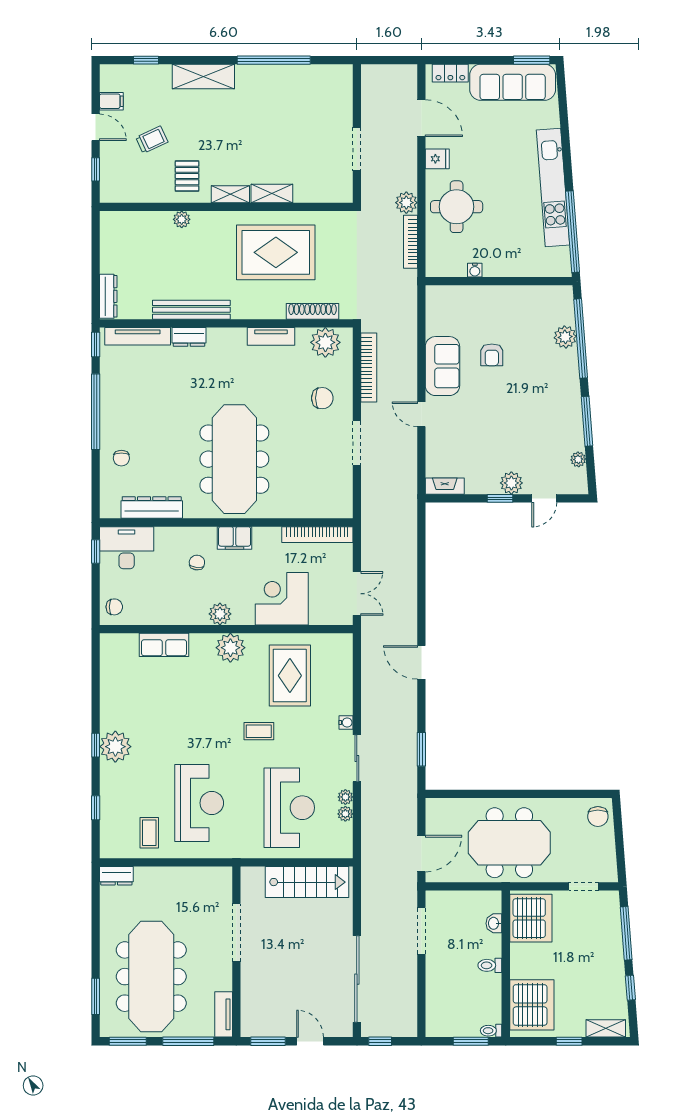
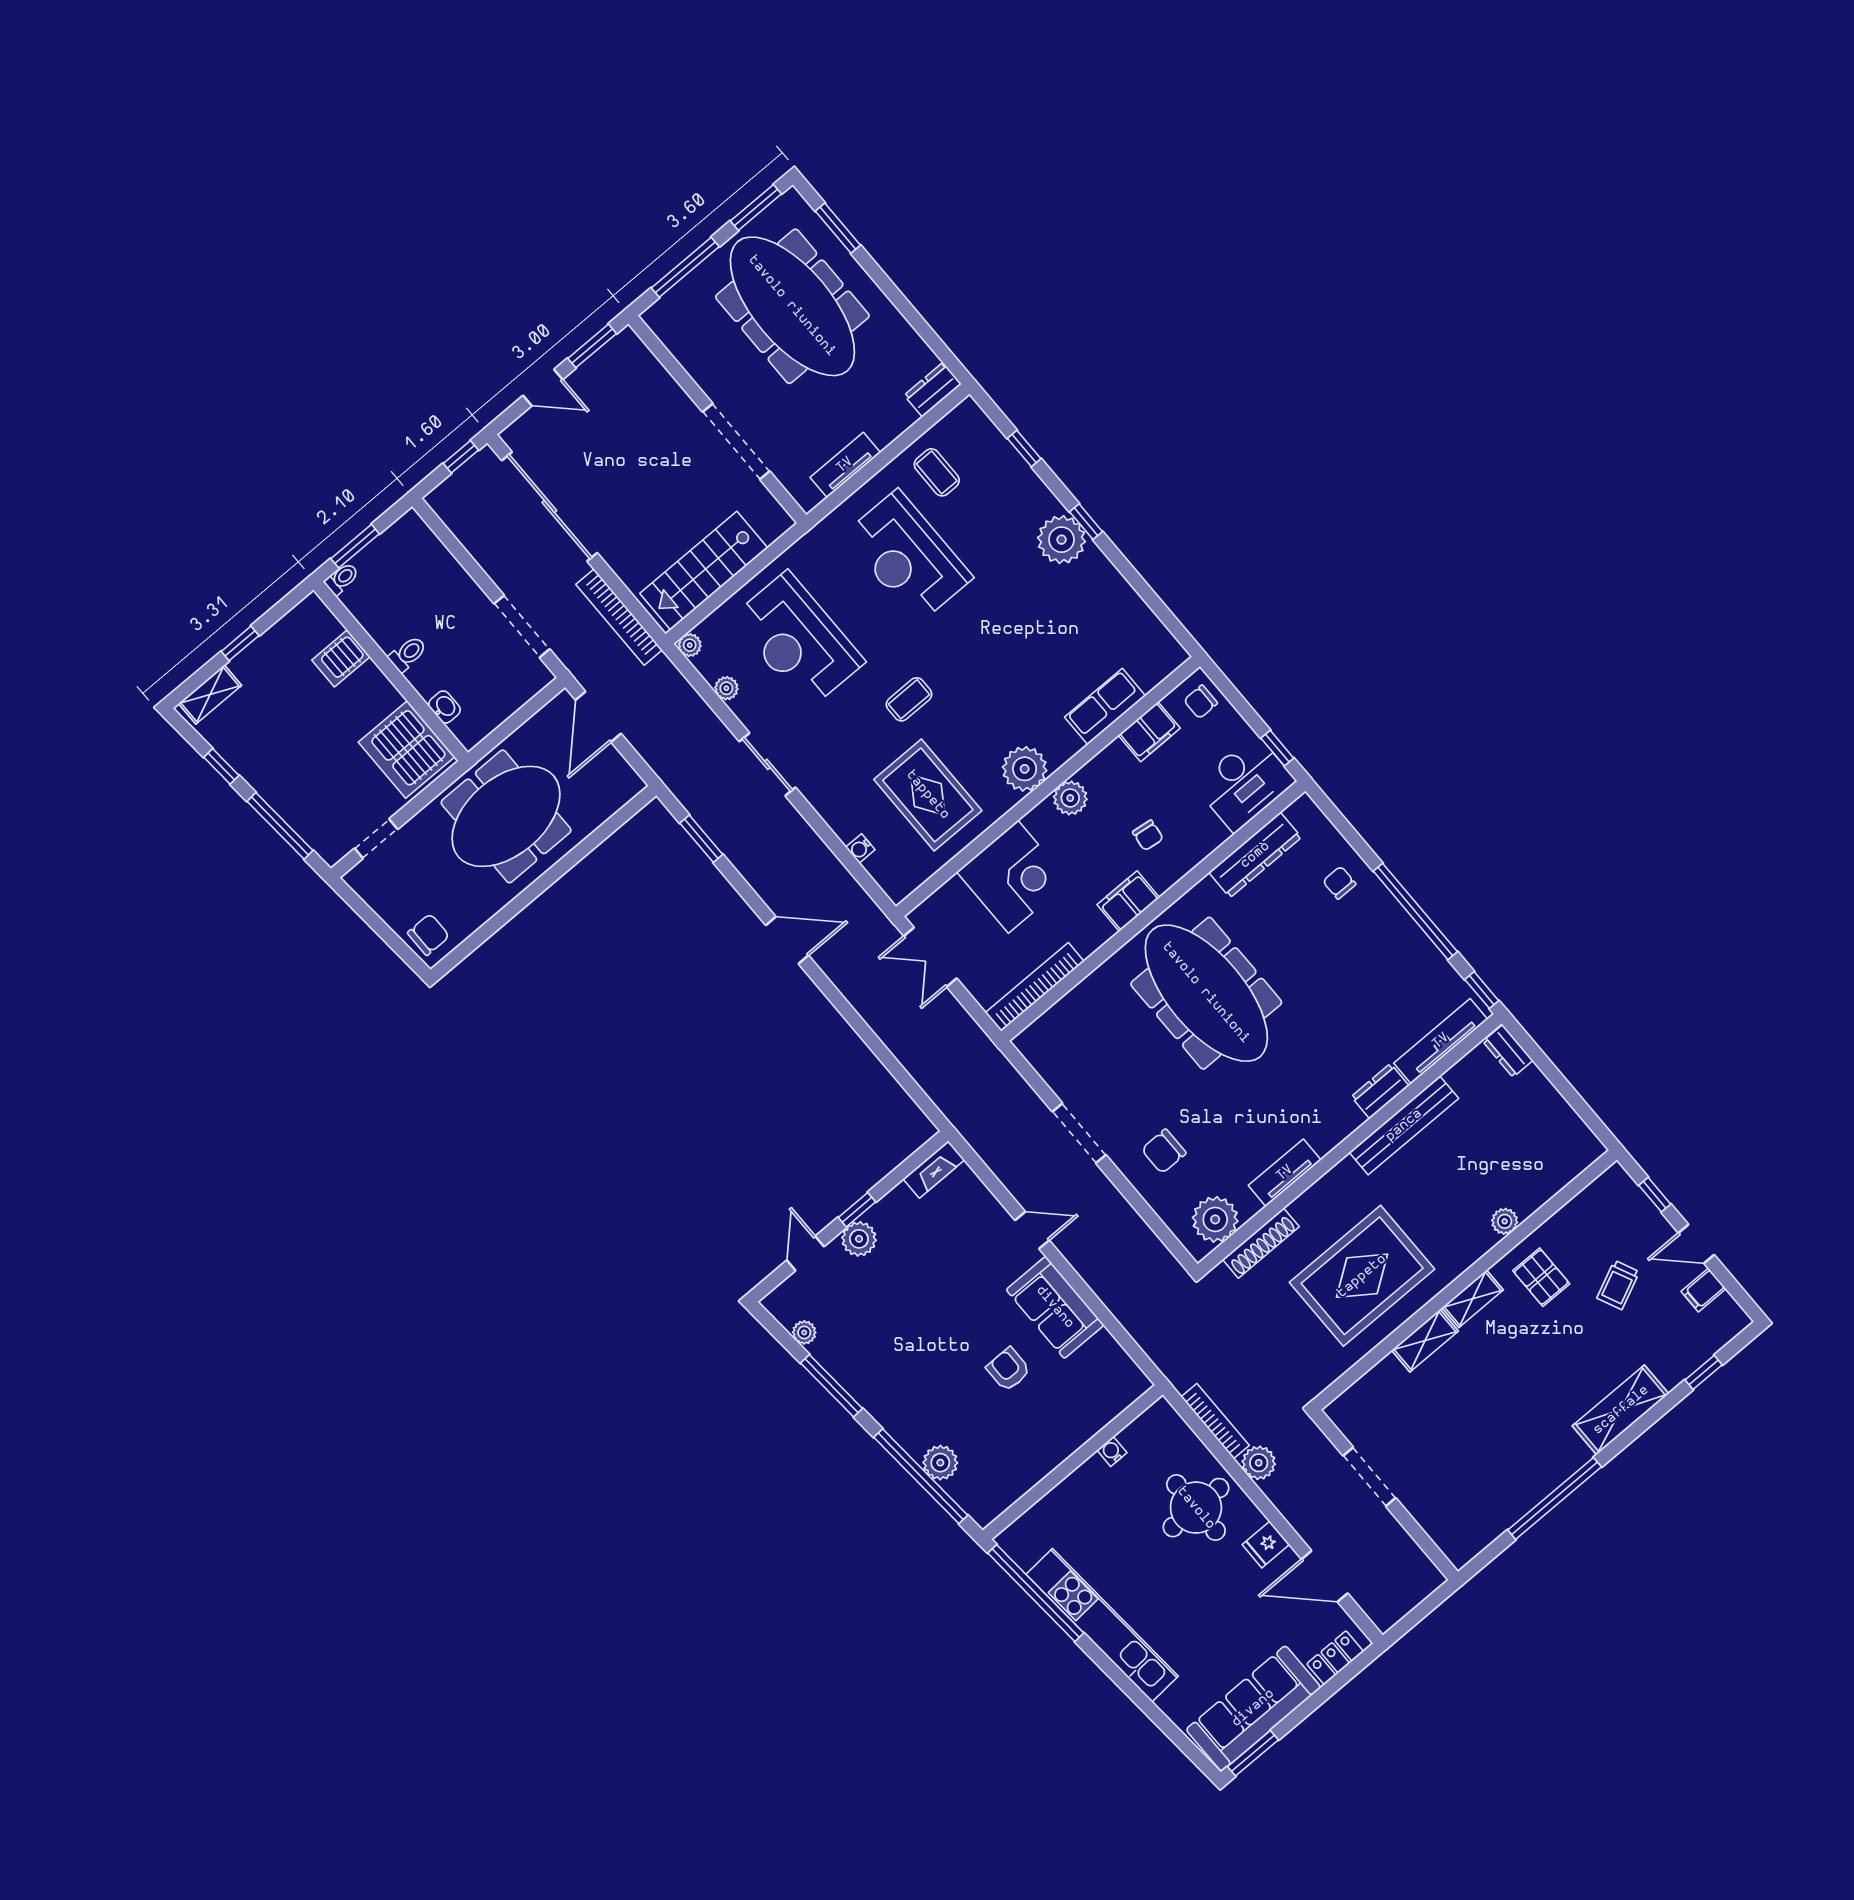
dresser: (108, 296) -> (1508, 1051), width x0.70
bookcase: (369, 368) -> (619, 617), moved
filing cabinet: (153, 614) -> (1149, 732), added
water cooler: (346, 723) -> (860, 848), moved
plant: (345, 797) -> (690, 645), moved
chair: (598, 816) -> (428, 935), turned 90
server rack: (532, 1005) -> (341, 658), width x0.46, depth x0.70
tv unit: (224, 1014) -> (845, 465), moved, turned -90

